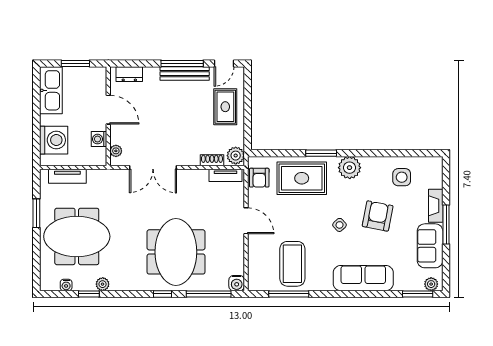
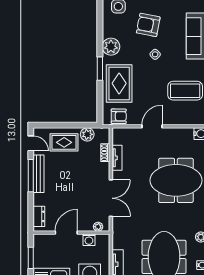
plant: (236, 156) -> (87, 134), moved
tv unit: (226, 175) -> (117, 158), moved

